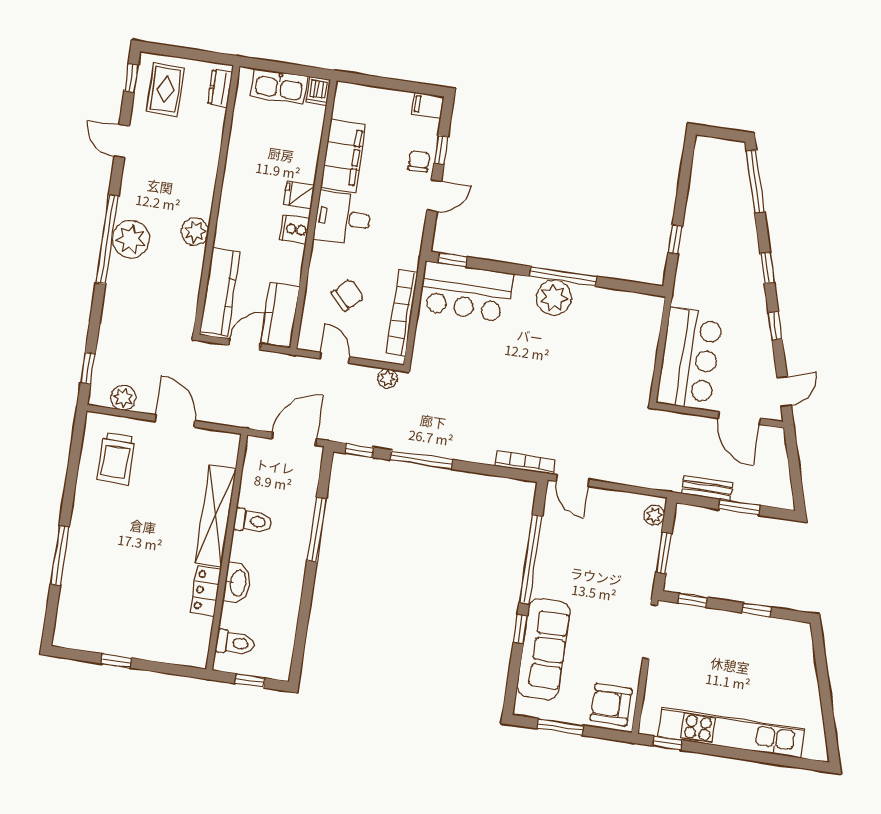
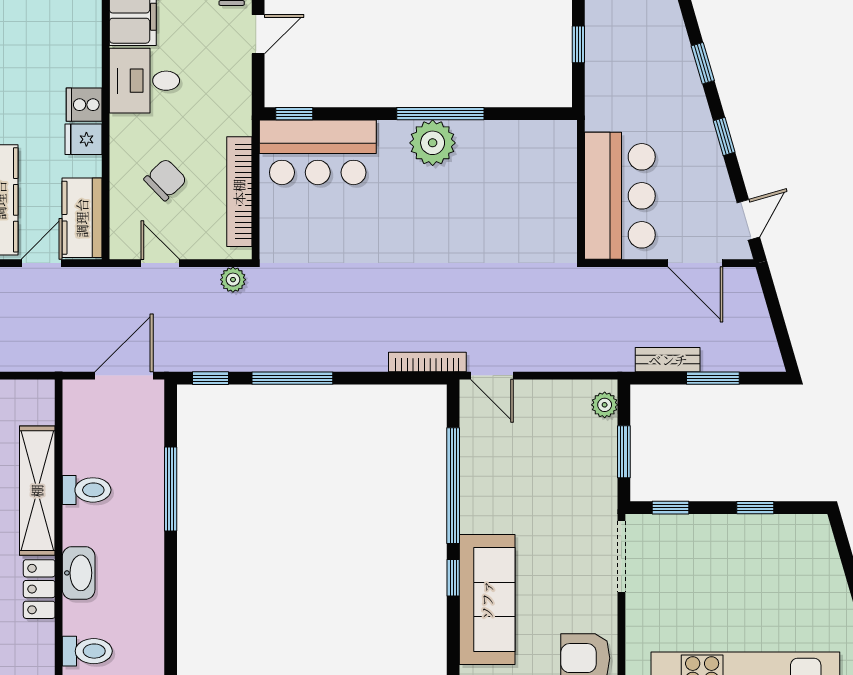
fridge: (299, 195) -> (84, 139), moved

